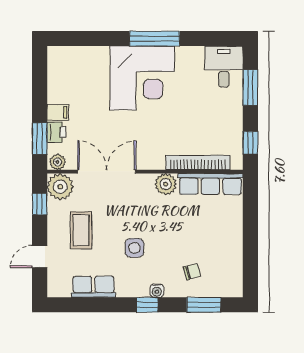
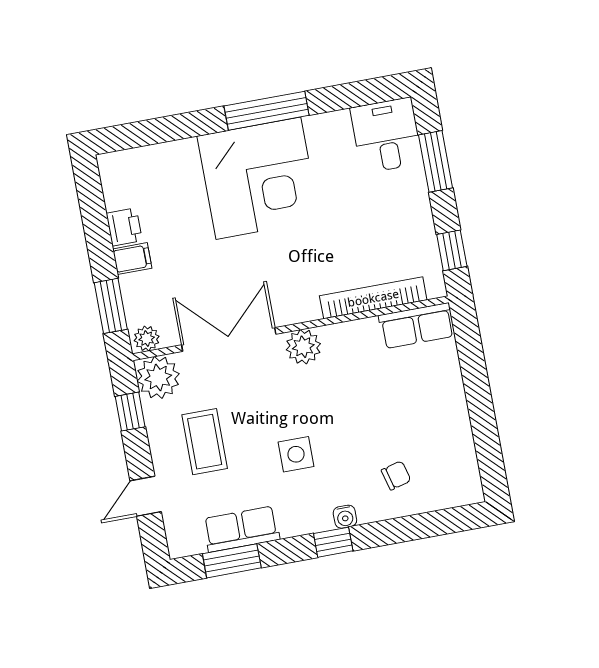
printer: (56, 132) -> (124, 227), moved
plant: (166, 184) -> (303, 347), moved
row of seats: (210, 184) -> (417, 326), width x0.68
window: (204, 305) -> (232, 561), moved

